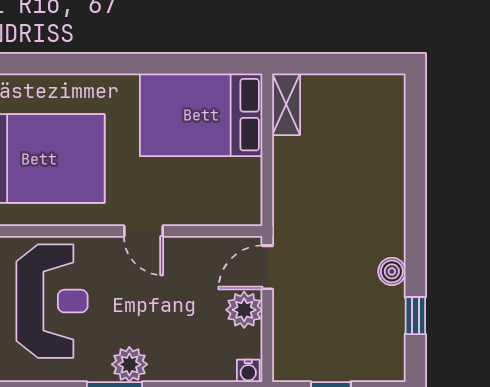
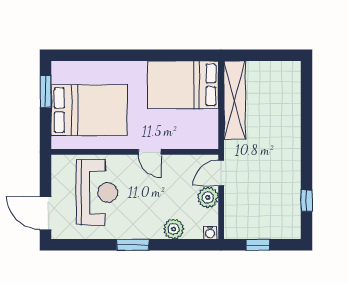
shelving: (286, 104) -> (235, 100), width x2.20, depth x1.33
boiler: (392, 271) -> (293, 175), removed
plant: (129, 364) -> (174, 229), moved

